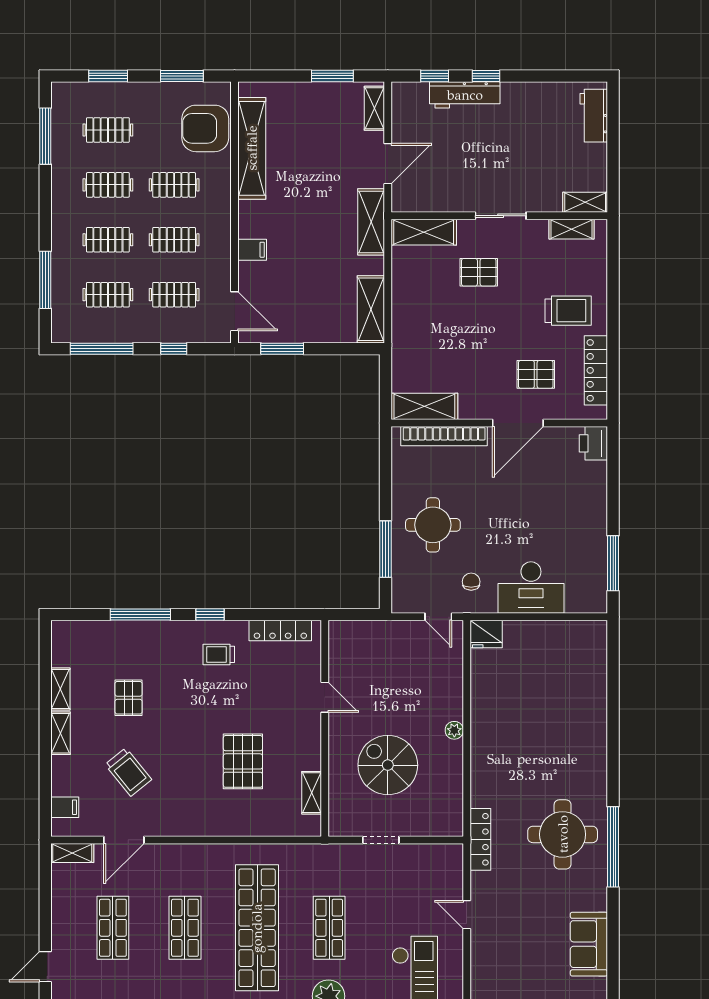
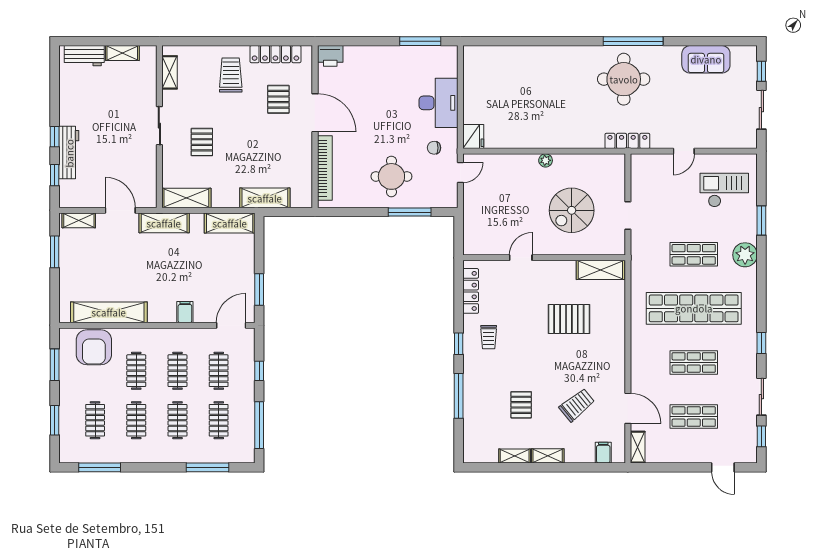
shelving: (585, 202) -> (122, 53), moved, turned 90
shelving: (424, 232) -> (186, 198), moved, turned 90
shelving: (424, 406) -> (265, 198), moved, turned 90
pallet: (129, 698) -> (521, 405), turned 90
shelving: (312, 793) -> (600, 270), width x1.50, depth x1.33

